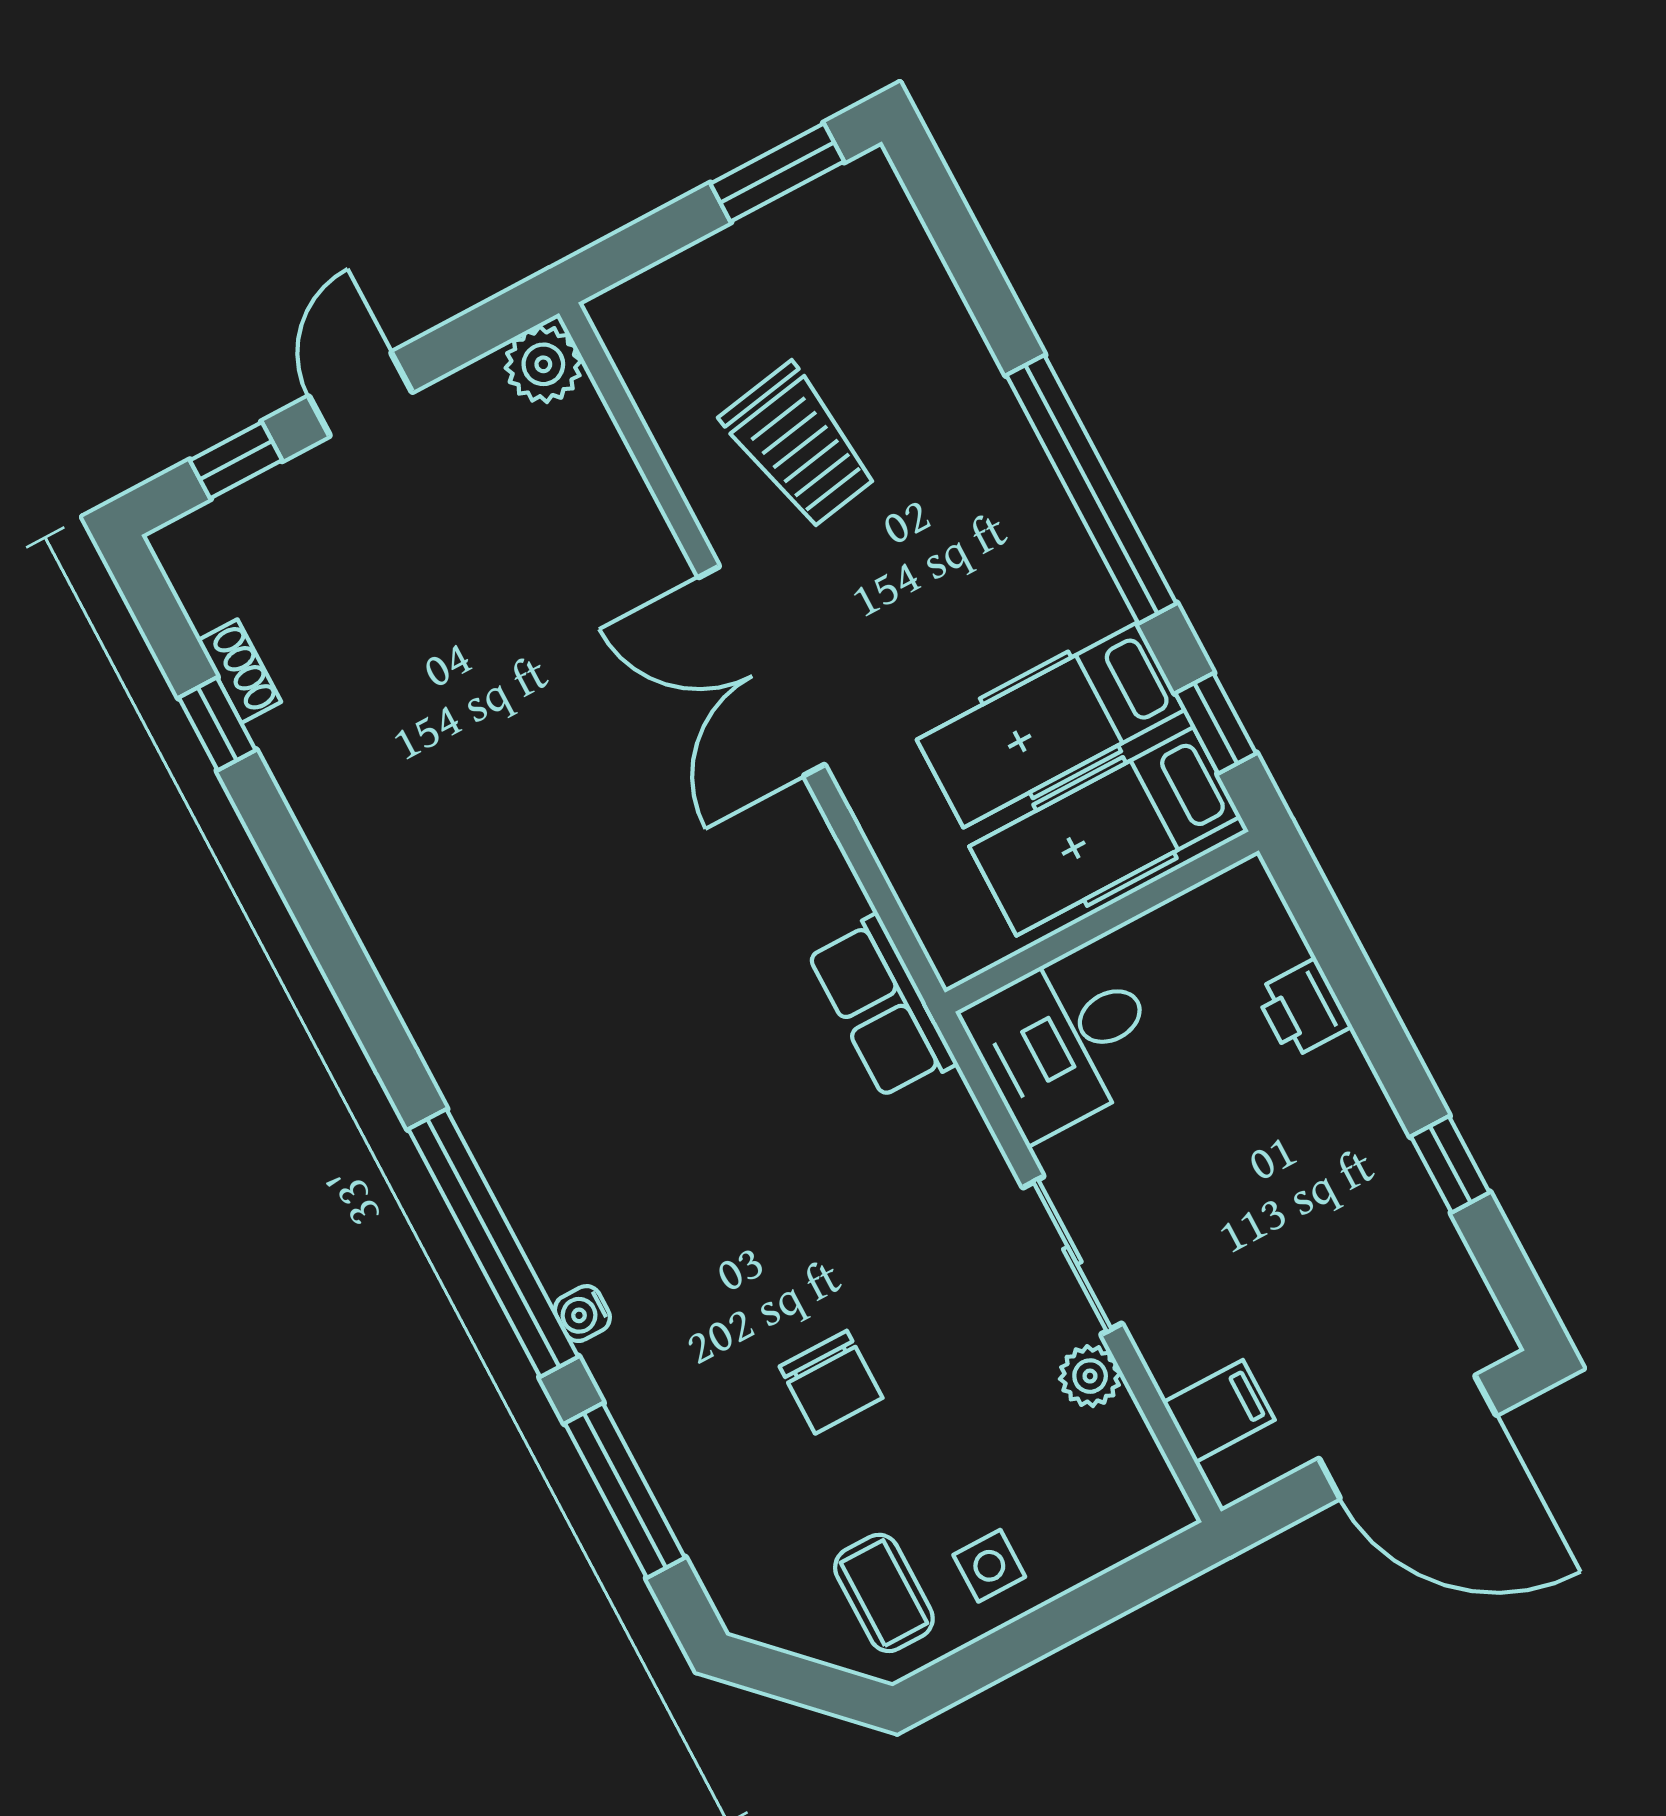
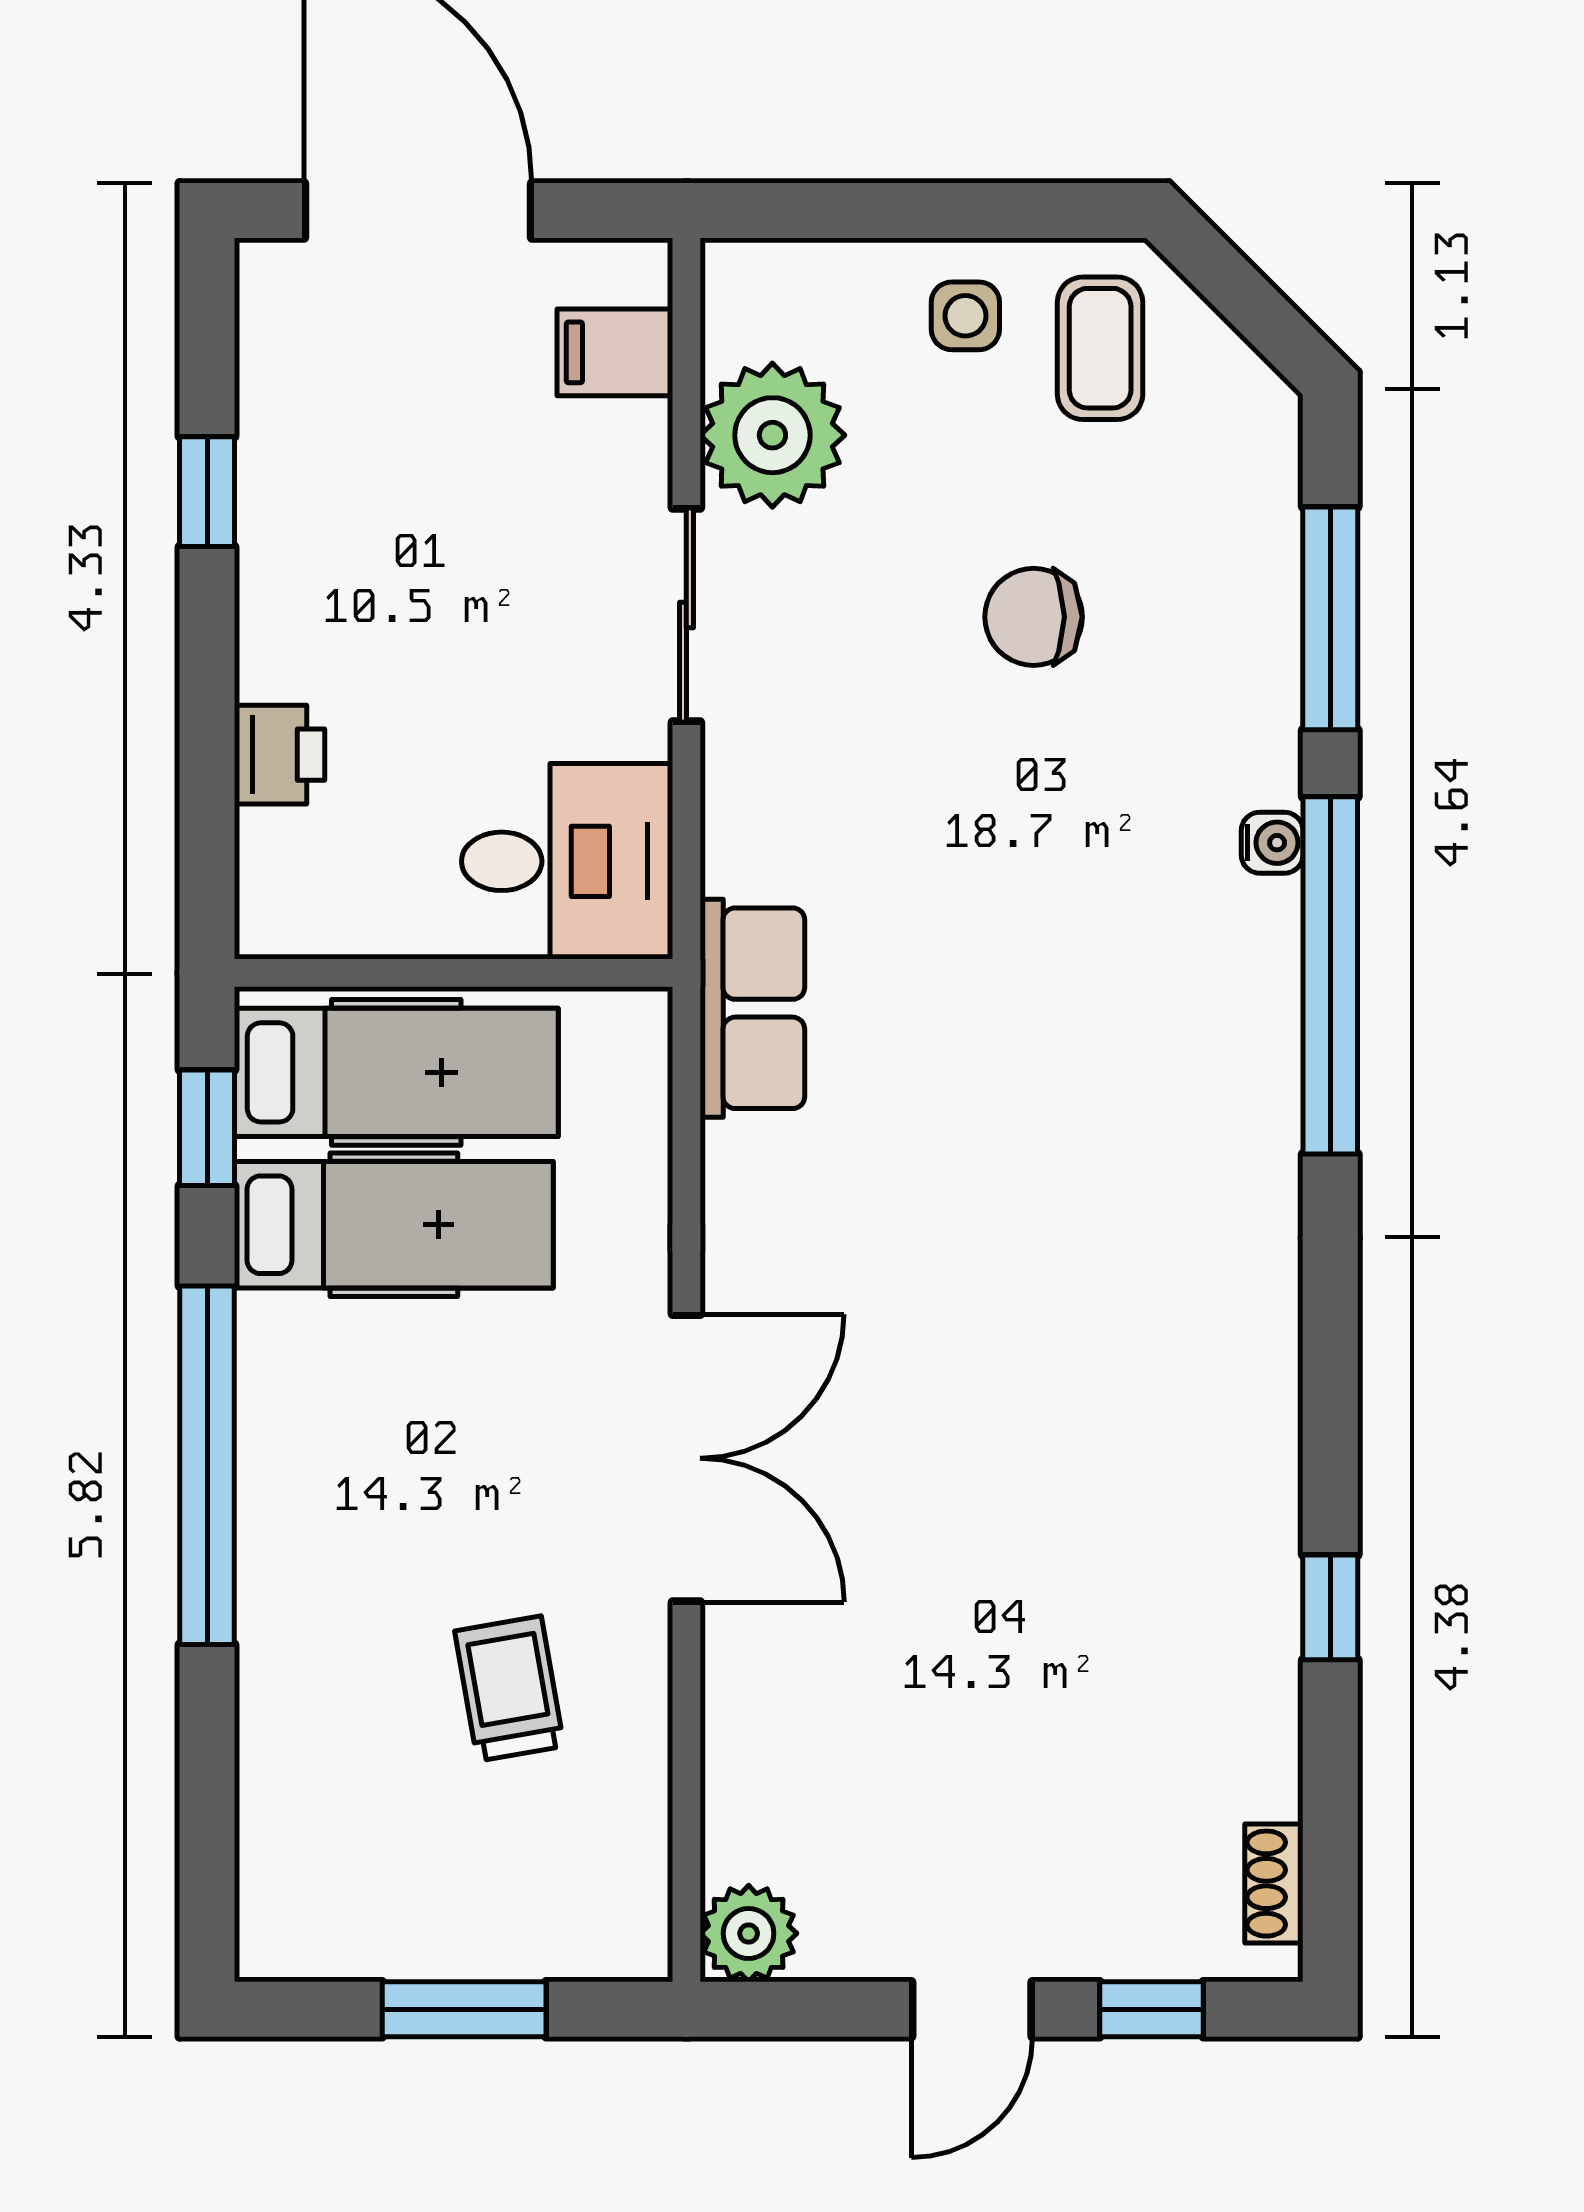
window: (777, 172) -> (464, 2009), moved
trolley: (799, 446) -> (509, 1689), width x0.73, depth x0.72
shoe rack: (239, 671) -> (1274, 1884), moved
window: (217, 724) -> (1330, 1607), moved
plant: (1090, 1376) -> (772, 435), width x1.88, depth x1.88
chair: (831, 1382) -> (1034, 617), turned -90

